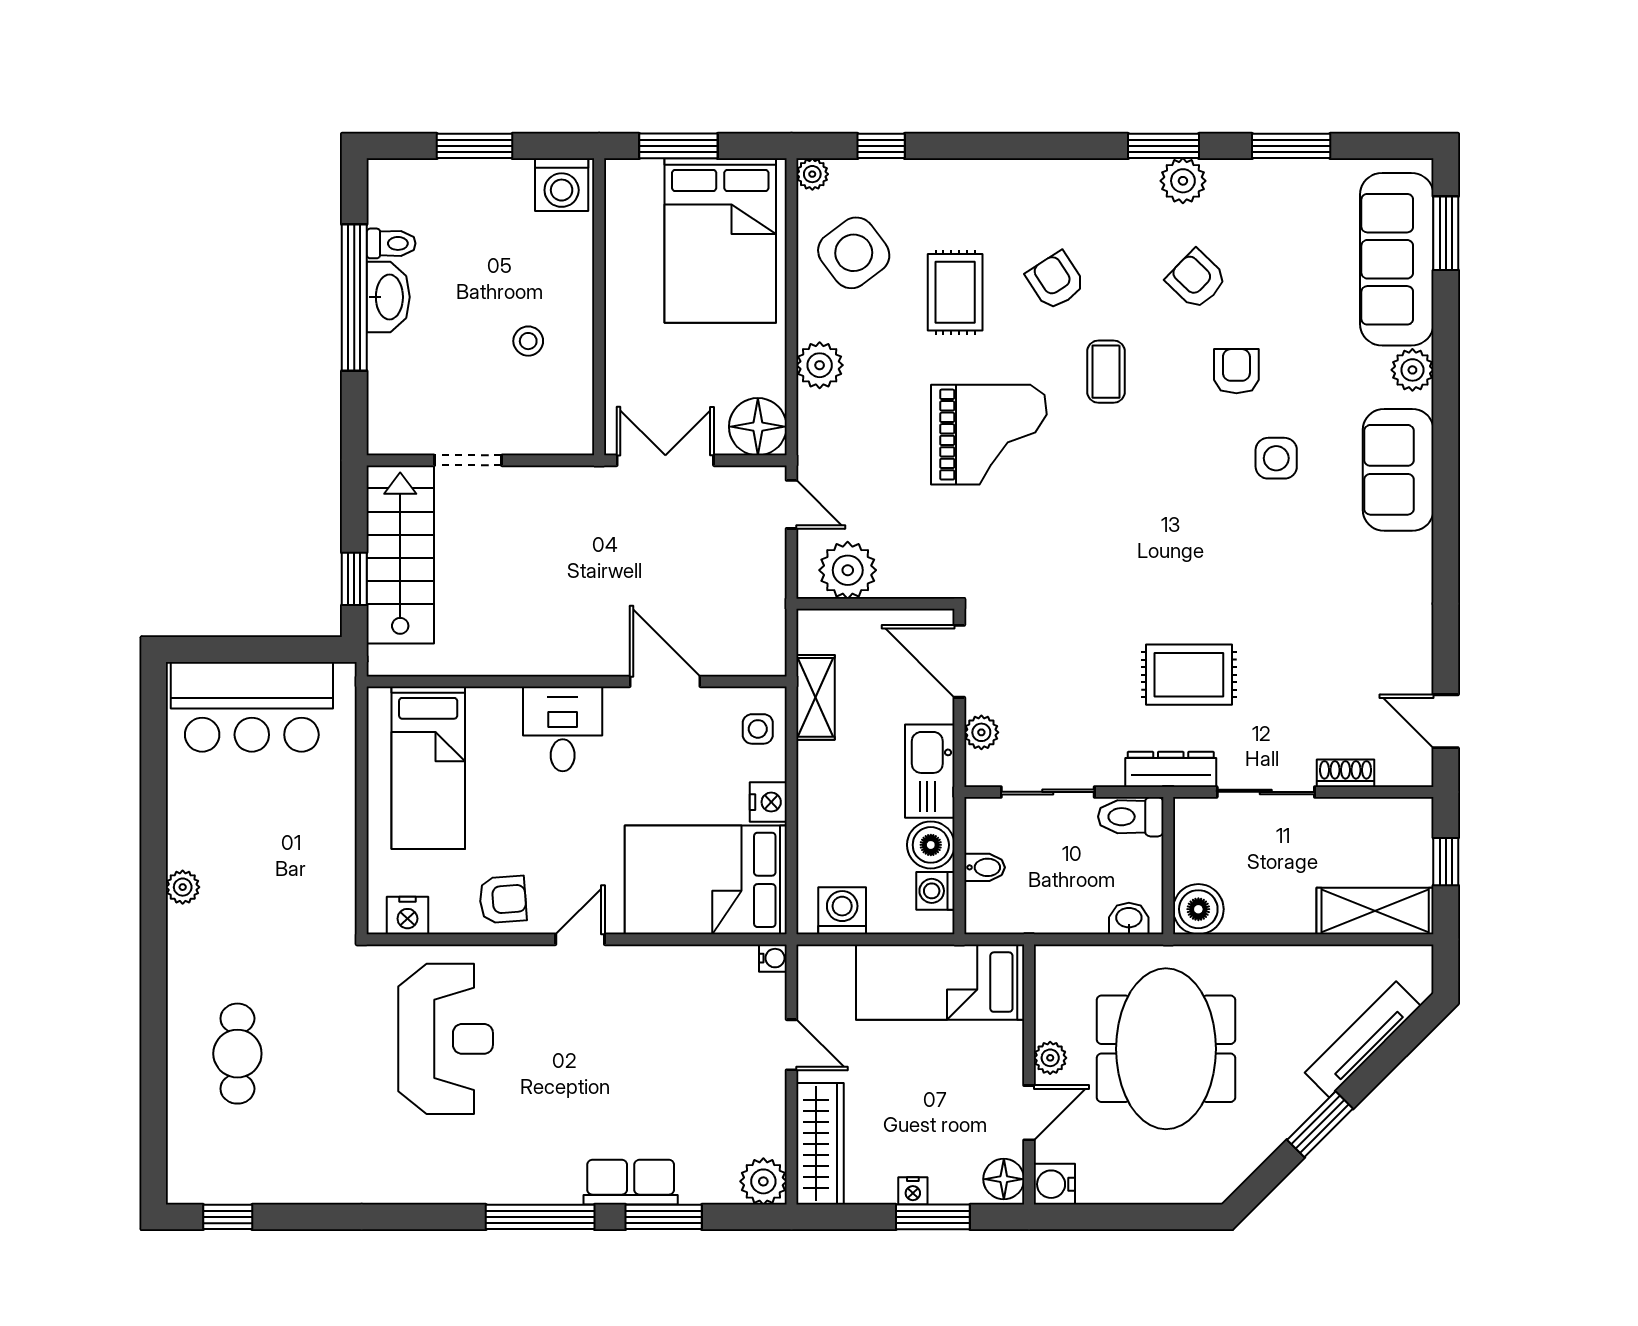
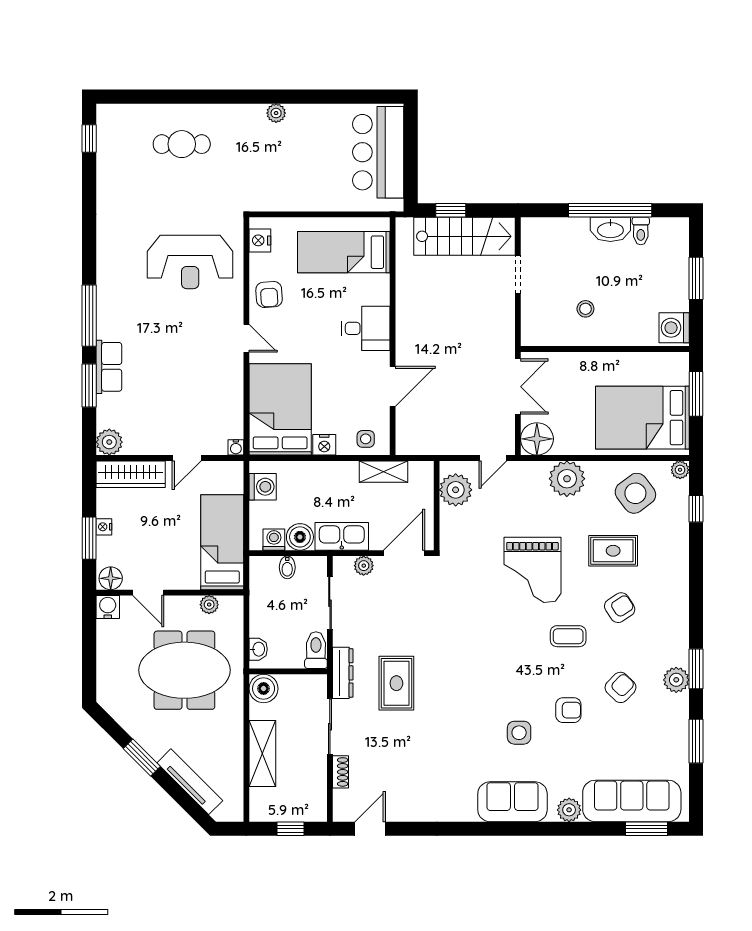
plant: (820, 365) -> (567, 479), width x1.36, depth x1.36
shelving: (1375, 911) -> (262, 754), moved
plant: (1050, 1058) -> (209, 605), moved

